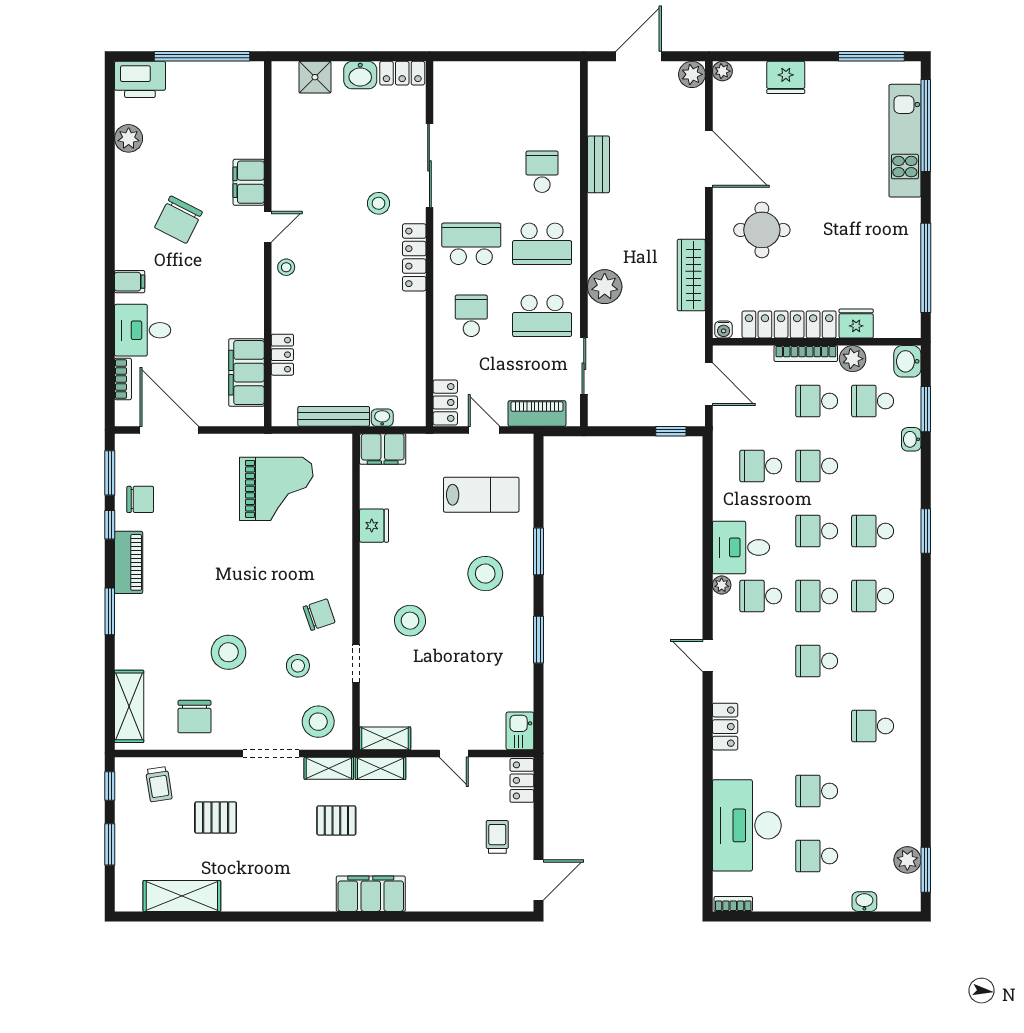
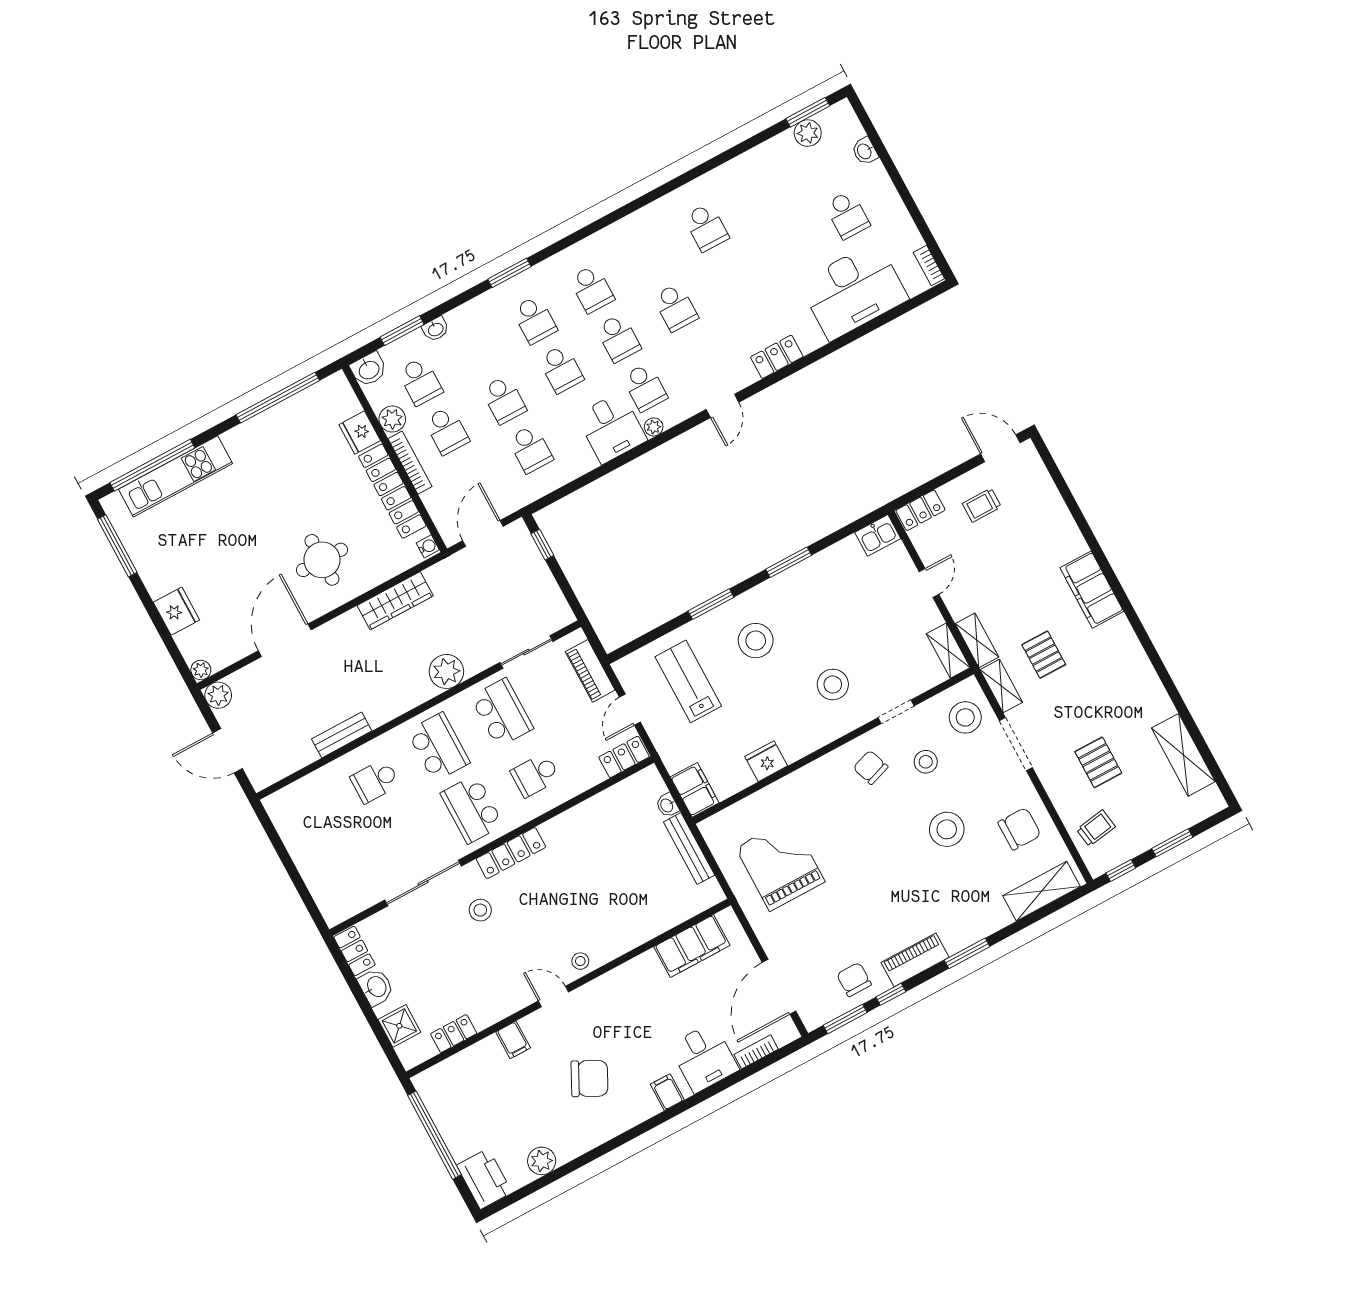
filing cabinet: (249, 182) -> (513, 1040), width x0.50
locker: (282, 355) -> (454, 1034), moved
school desk: (817, 791) -> (790, 246), removed

